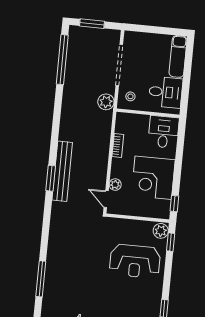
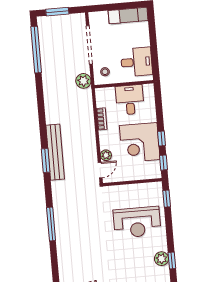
exam couch: (178, 56) -> (128, 16), moved, turned -90
desk: (164, 132) -> (130, 100), moved
window: (177, 178) -> (161, 138), added
door: (106, 199) -> (100, 170), swing flipped
plant: (161, 231) -> (162, 259), moved
window: (41, 279) -> (51, 224), moved

